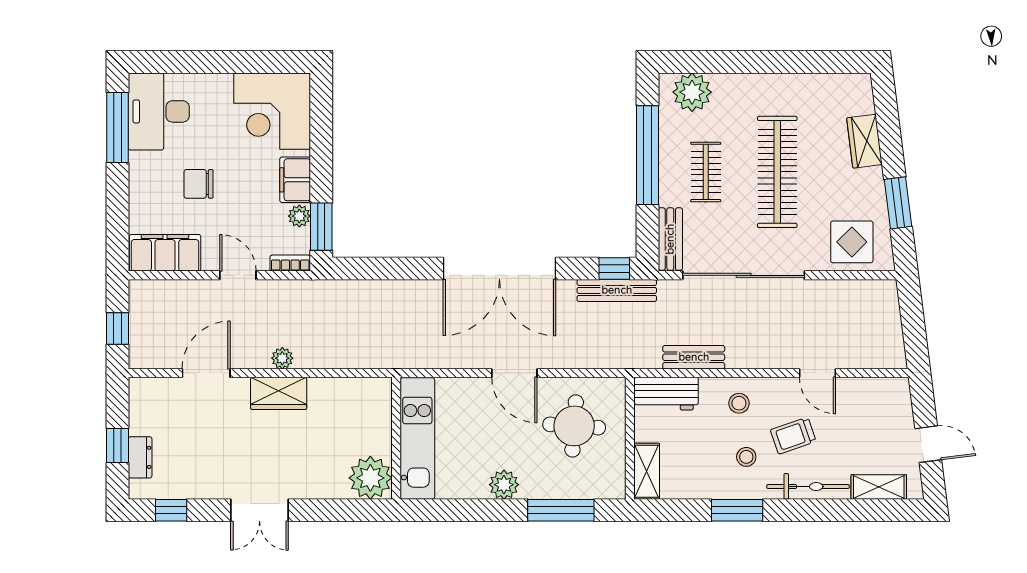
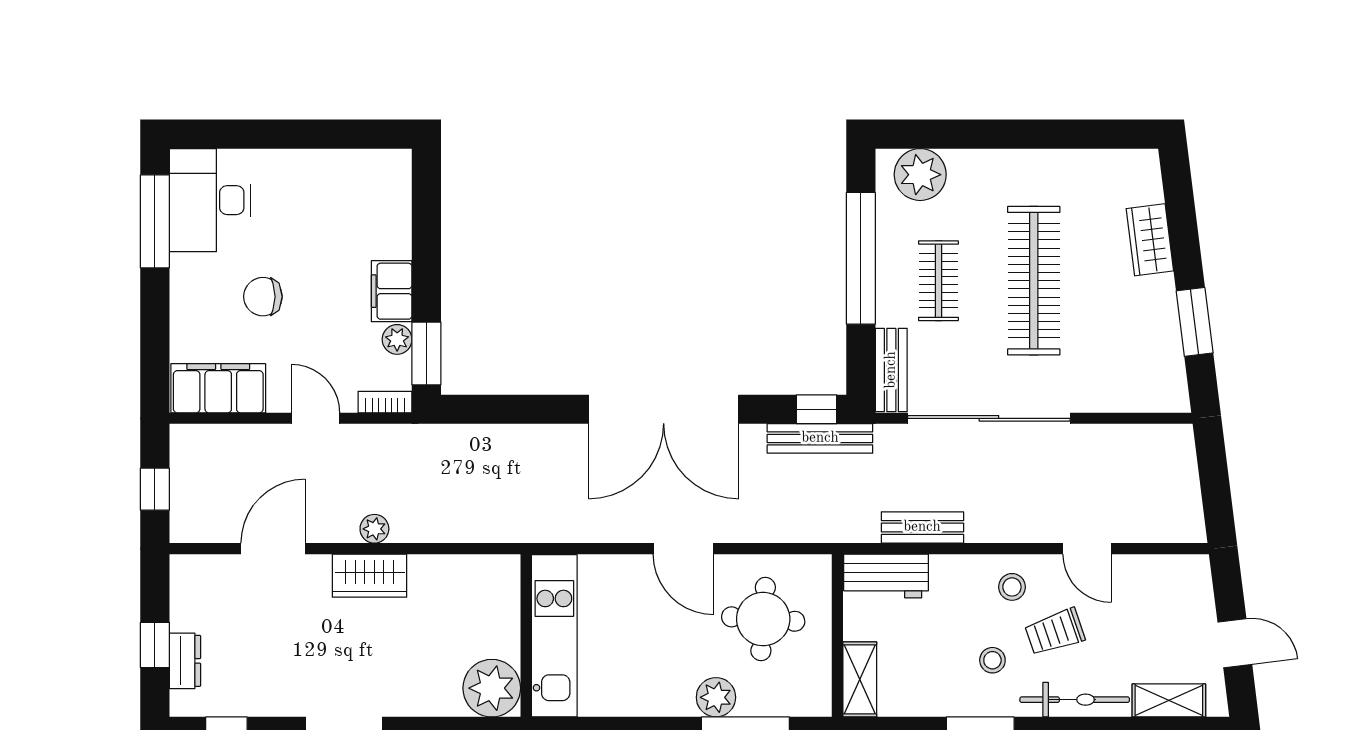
corner desk: (272, 111) -> (361, 200), removed
display table: (852, 242) -> (1133, 374), removed
stool: (739, 403) -> (1012, 587), moved
plant: (504, 485) -> (716, 697), moved

